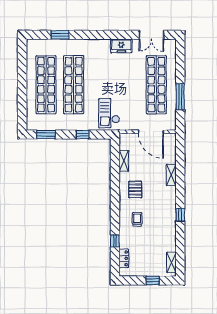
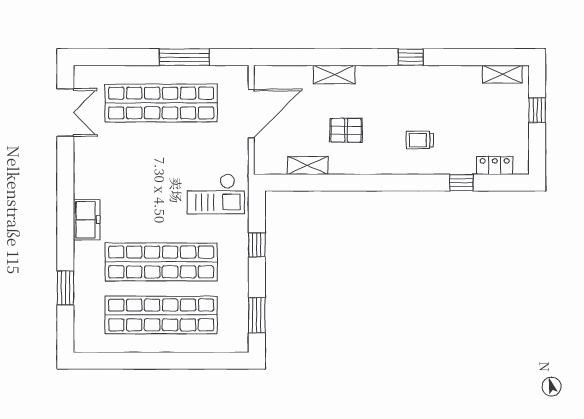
freezer: (121, 46) -> (87, 220), moved
pallet: (135, 189) -> (346, 130), moved

